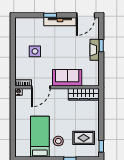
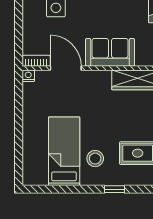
door: (41, 87) -> (66, 68), swing flipped

